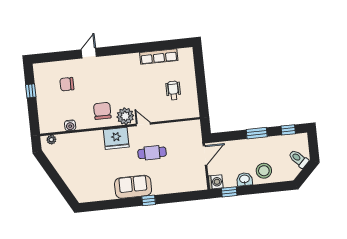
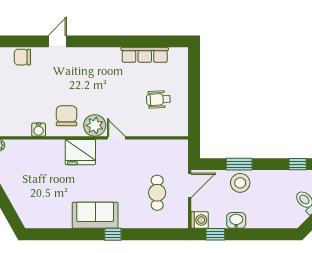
chair: (67, 84) -> (22, 57), moved
wheelchair: (173, 90) -> (158, 99), turned -93
water cooler: (70, 125) -> (39, 130), moved
window: (257, 133) -> (239, 164), moved
cafe table: (152, 153) -> (157, 193), moved, turned 90
stool: (264, 171) -> (240, 183), moved

